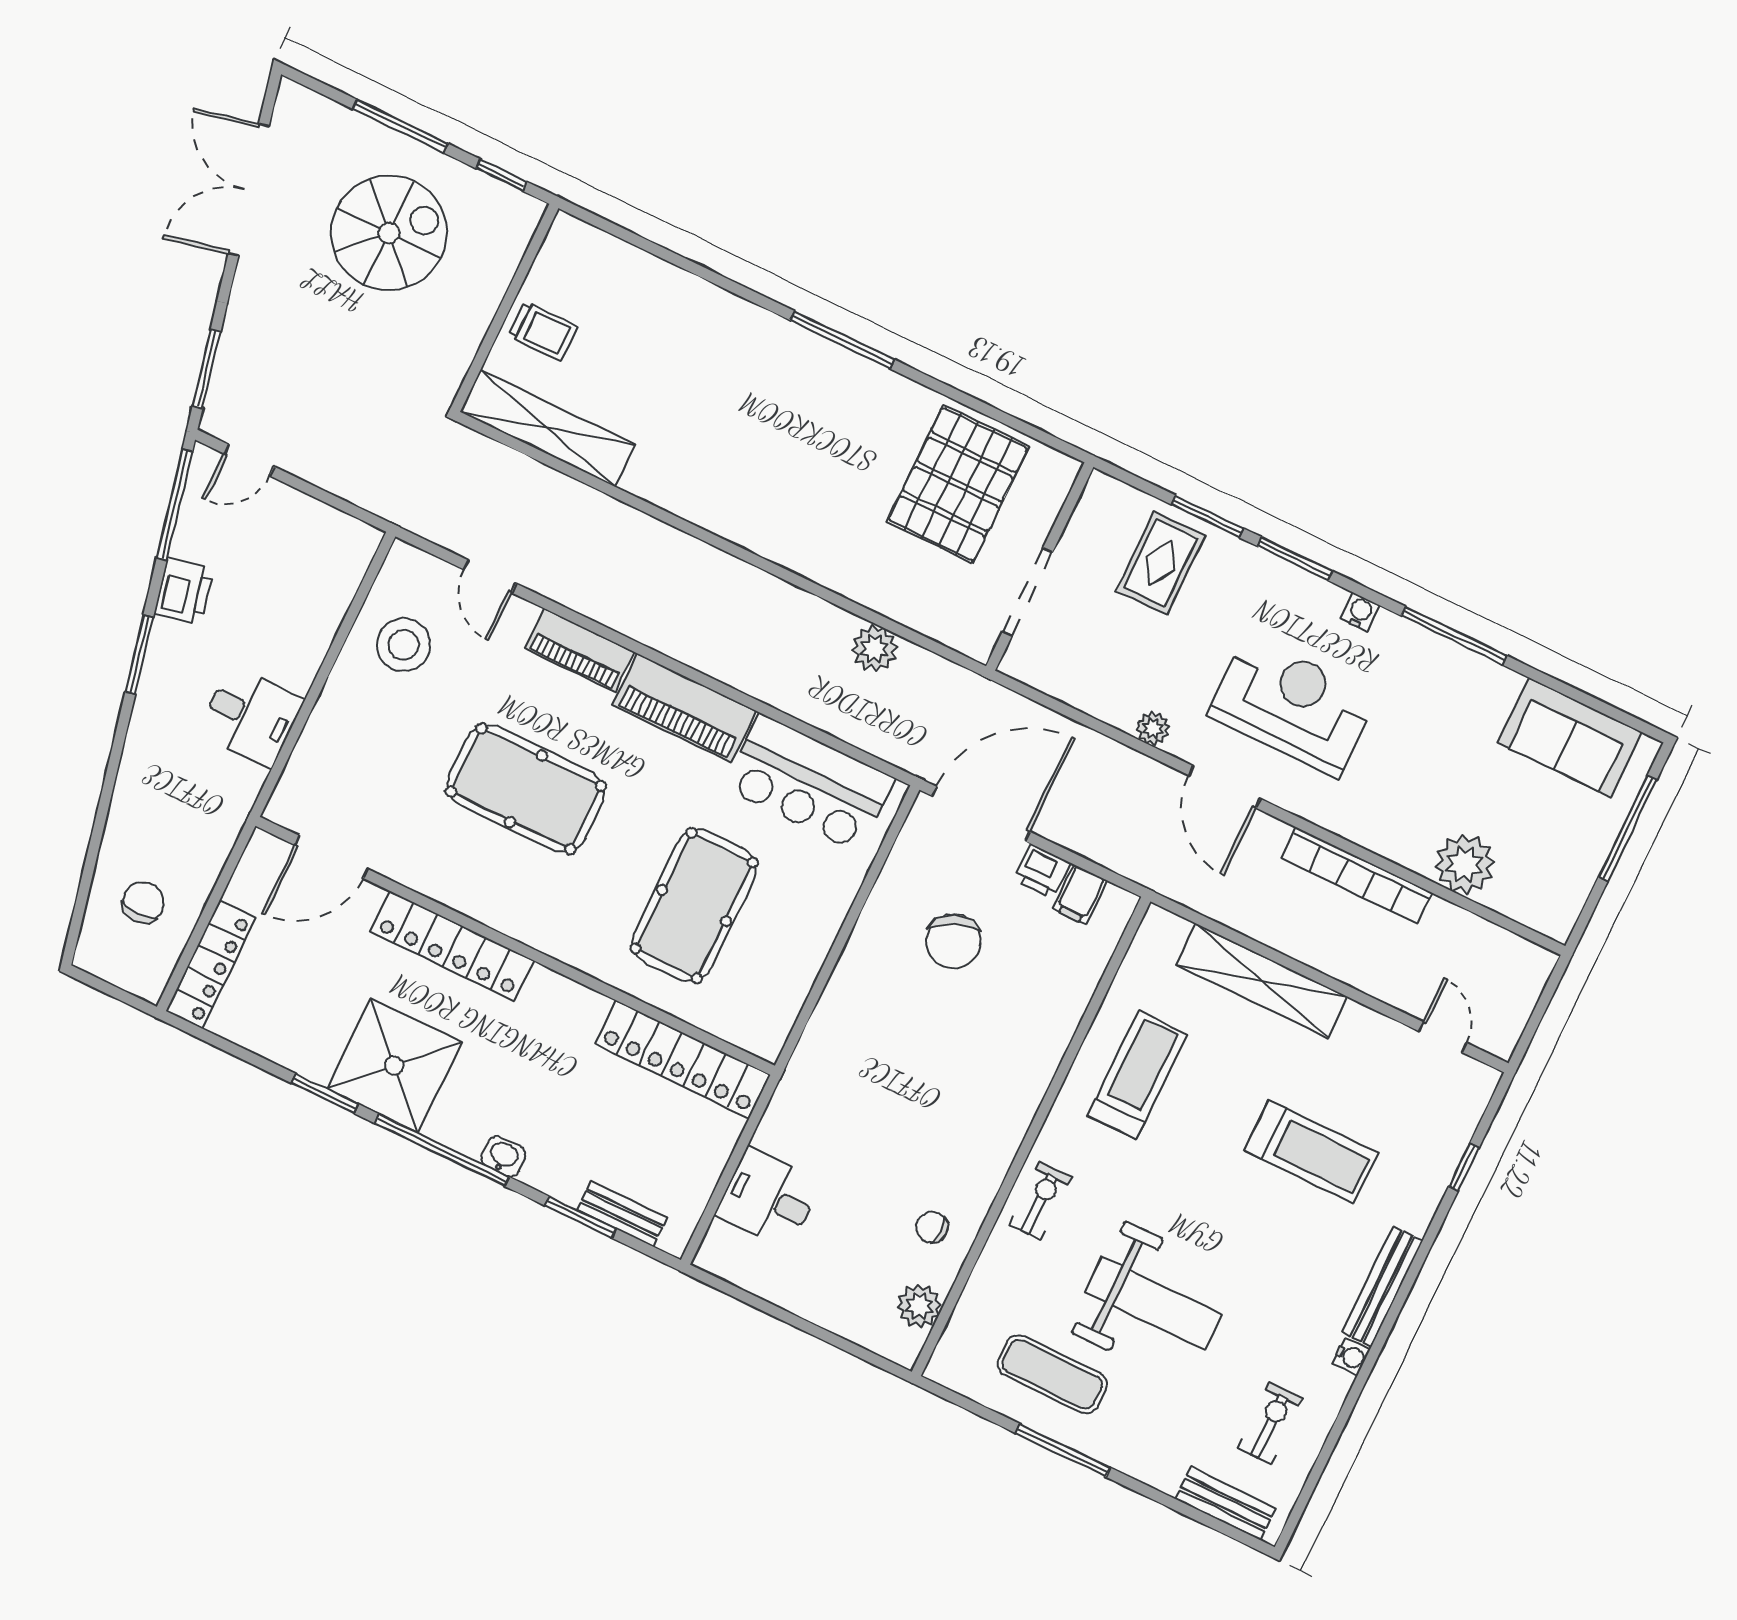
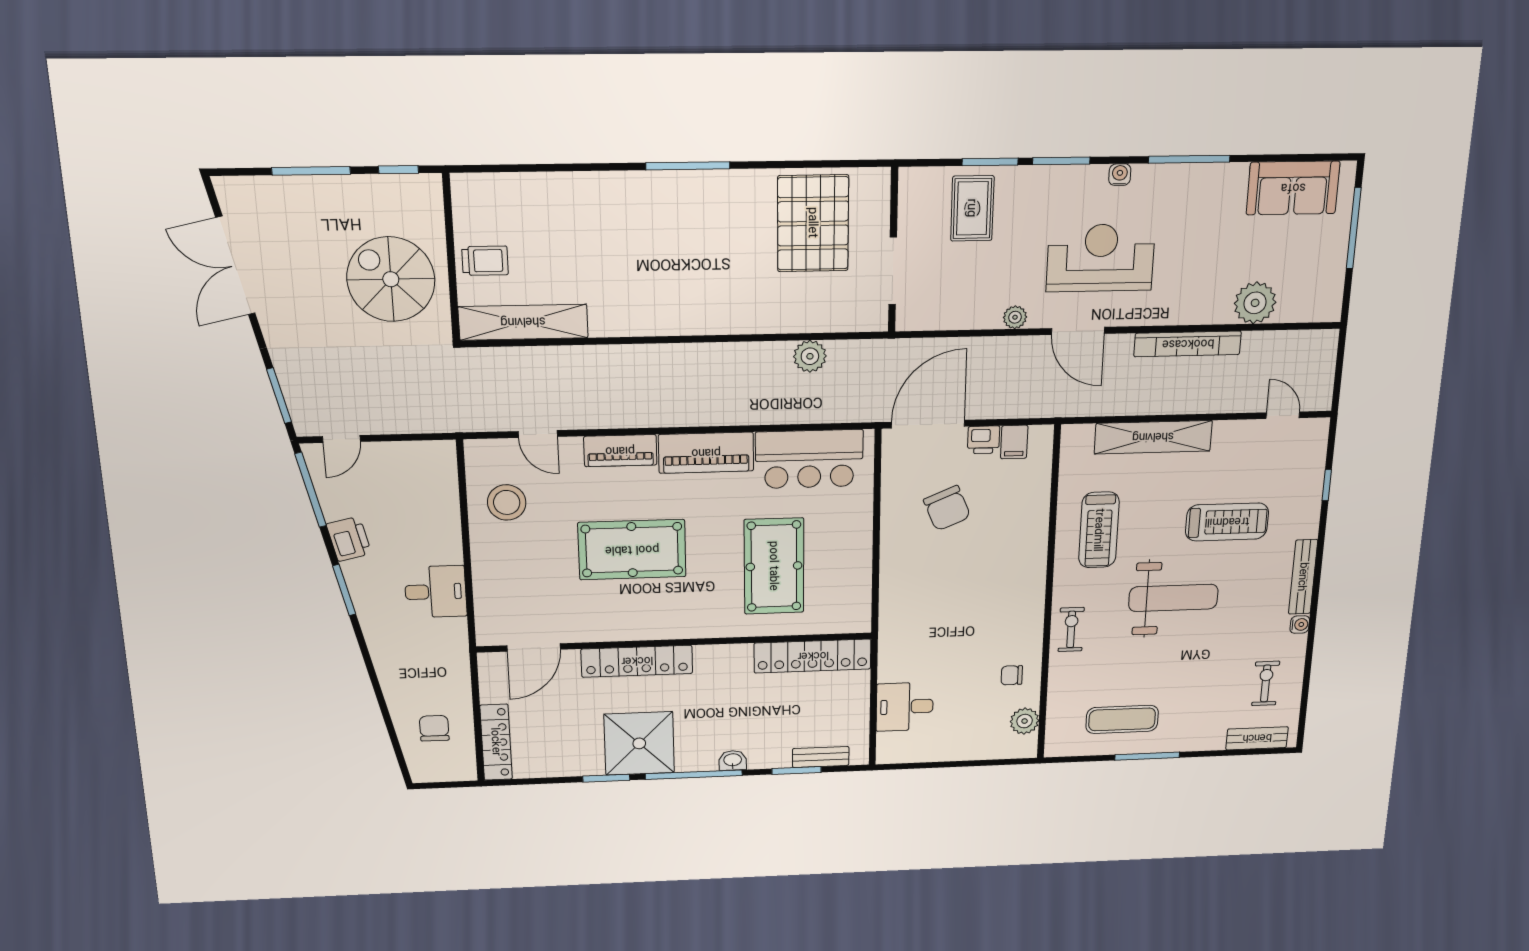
spiral stairs: (389, 233) -> (391, 279), moved, turned -90
treadmill: (1137, 1075) -> (1099, 530), turned 180
weight bench: (1153, 1303) -> (1173, 598), moved

